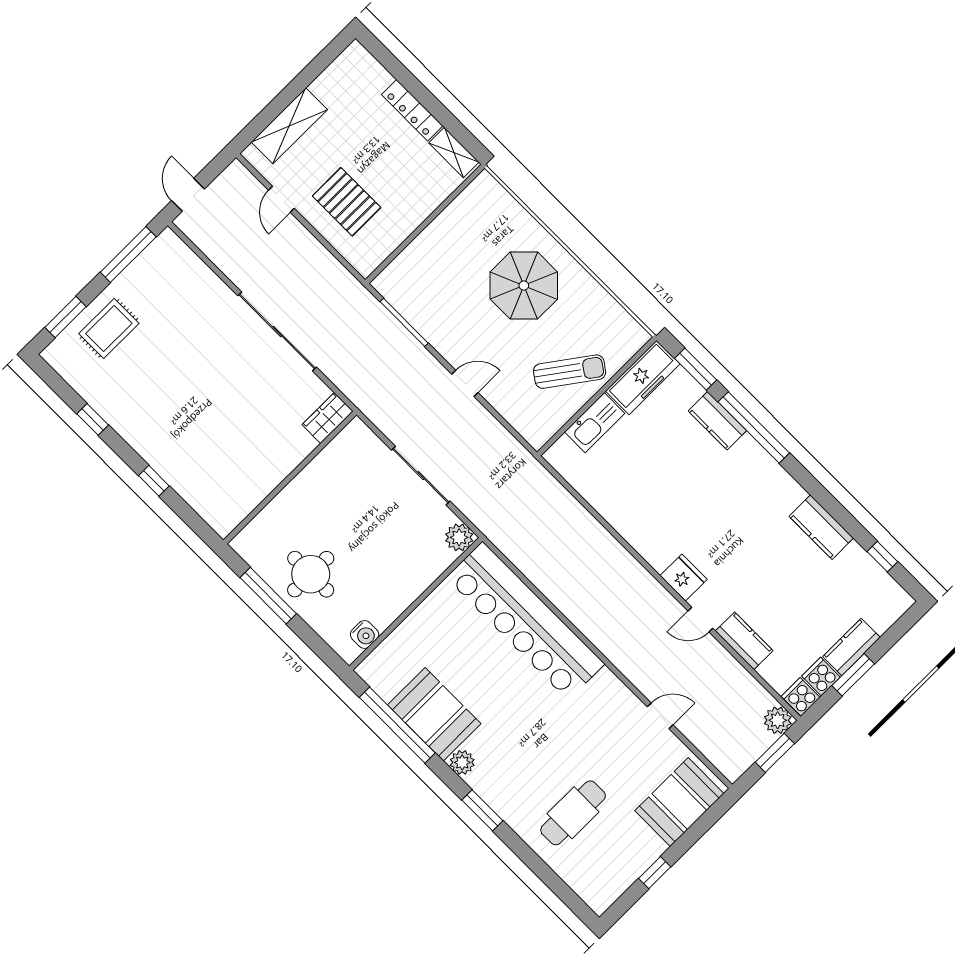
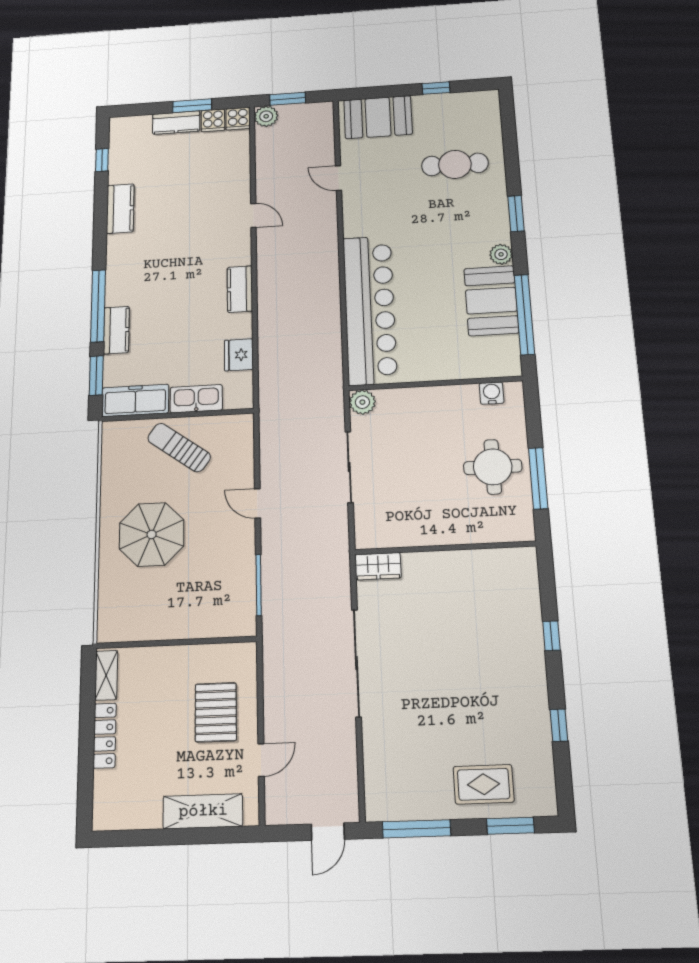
fridge: (684, 577) -> (239, 355), moved
kitchen counter: (744, 641) -> (240, 289), moved

